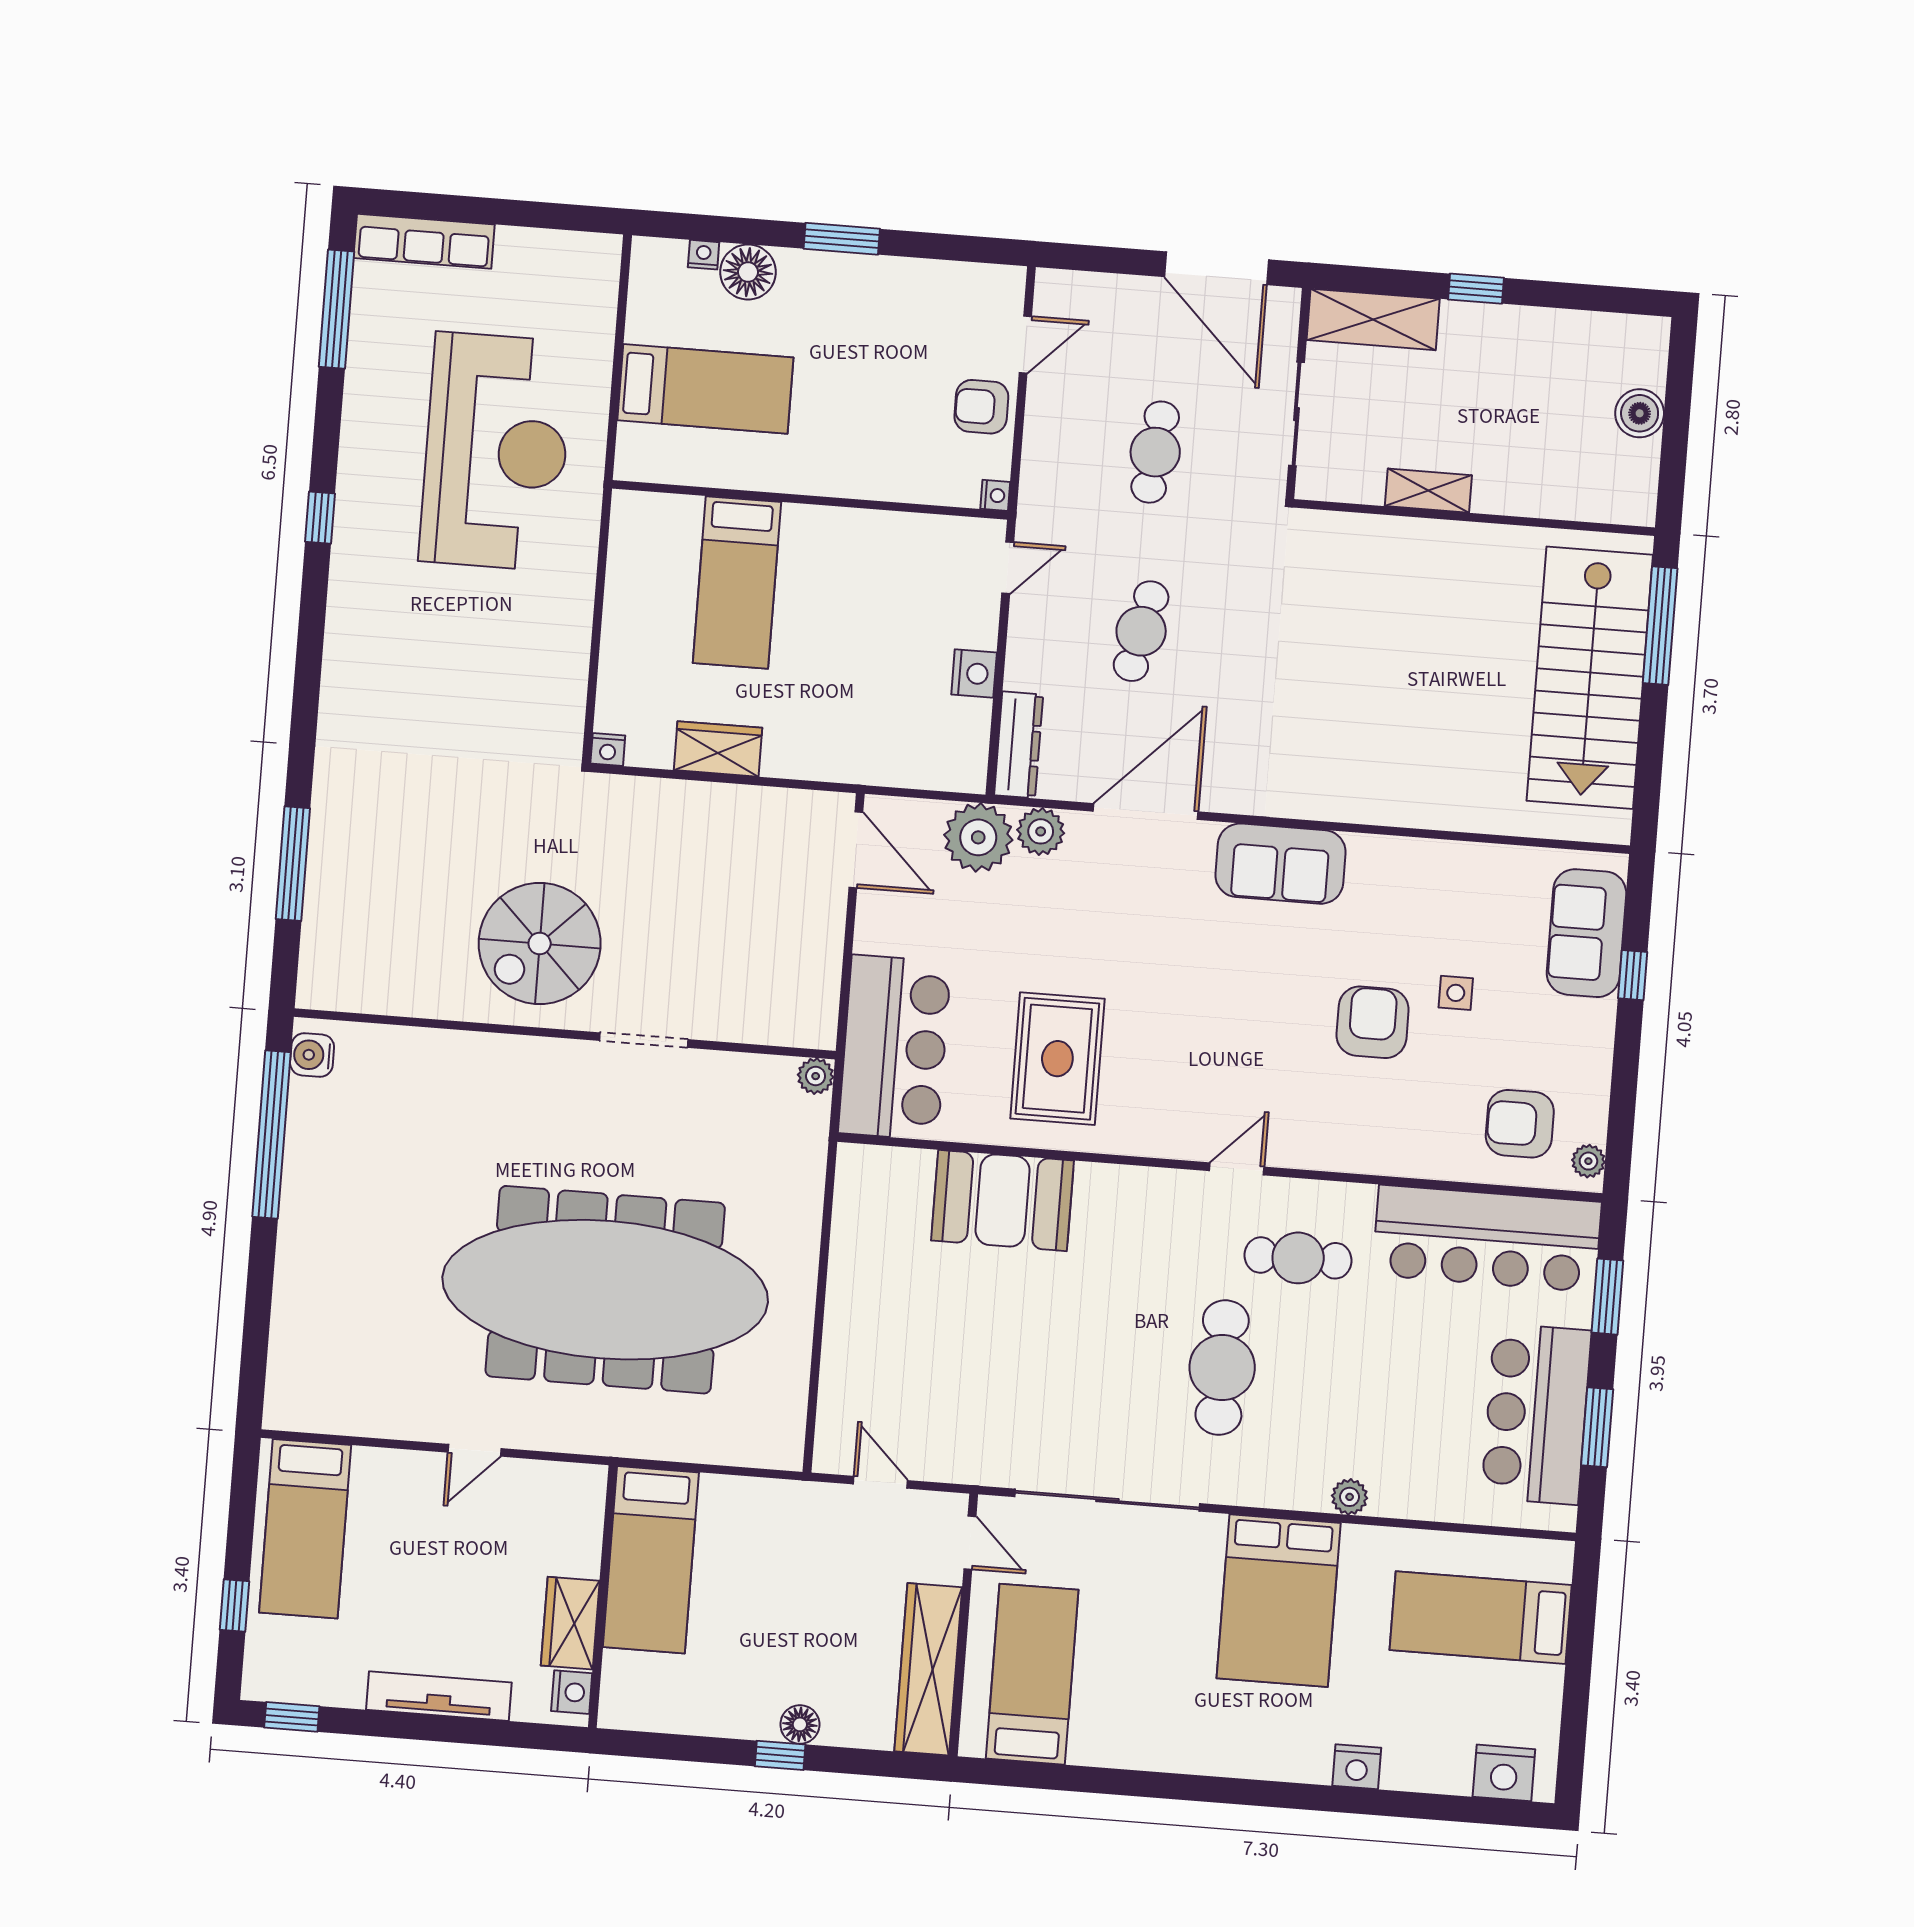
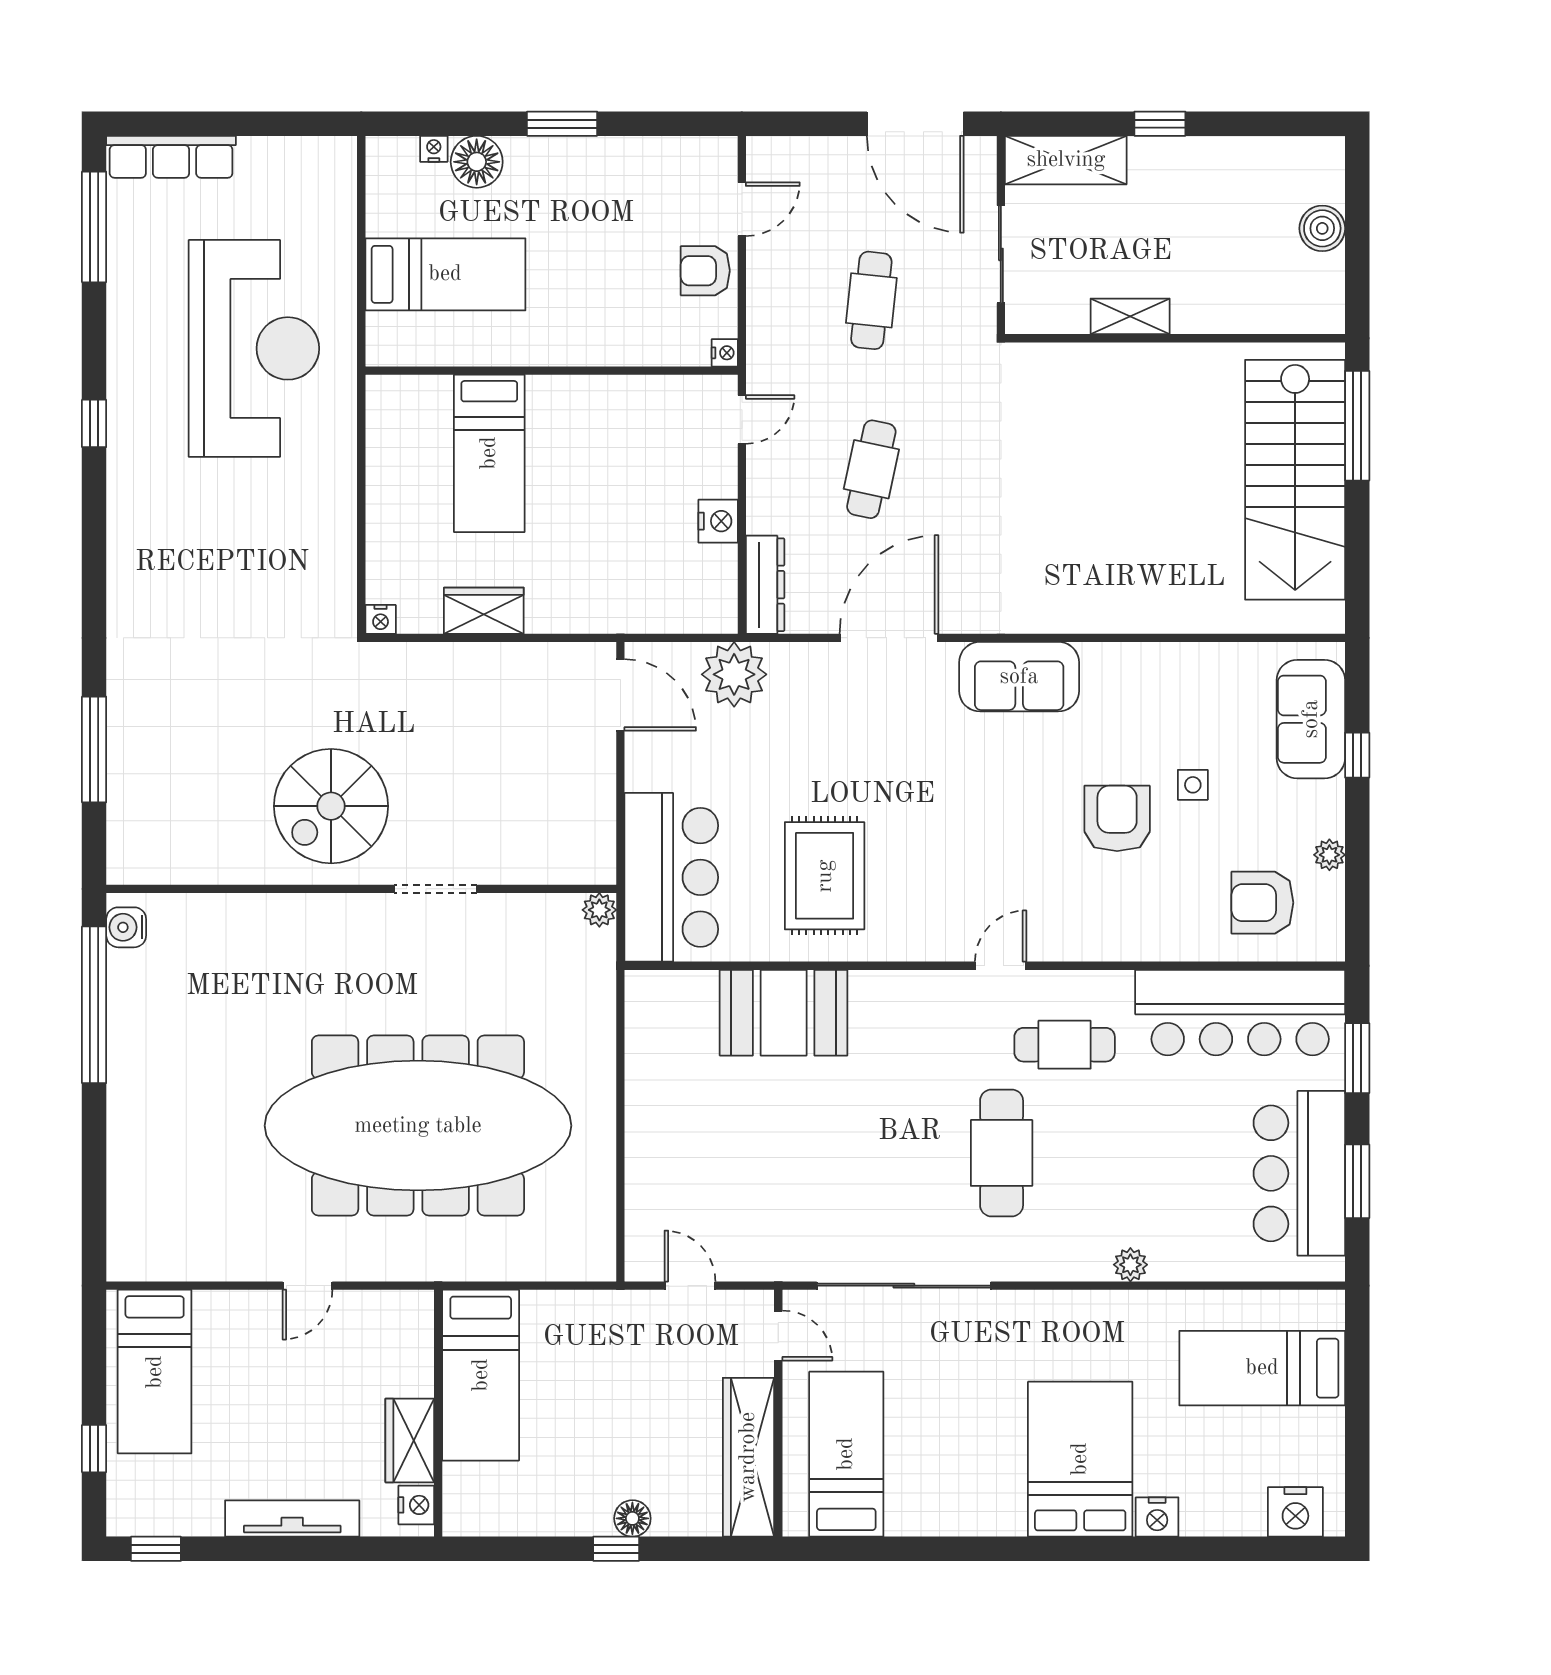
plant: (1041, 831) -> (792, 664), removed
plant: (1588, 1161) -> (1329, 855), moved
bed: (1279, 1601) -> (1080, 1459), moved, turned 180

